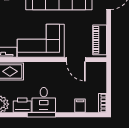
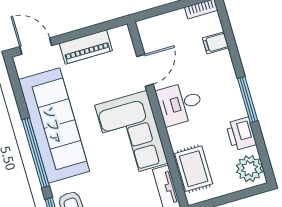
piano: (100, 40) -> (86, 47), moved
desk: (44, 100) -> (180, 104), moved, turned 180

